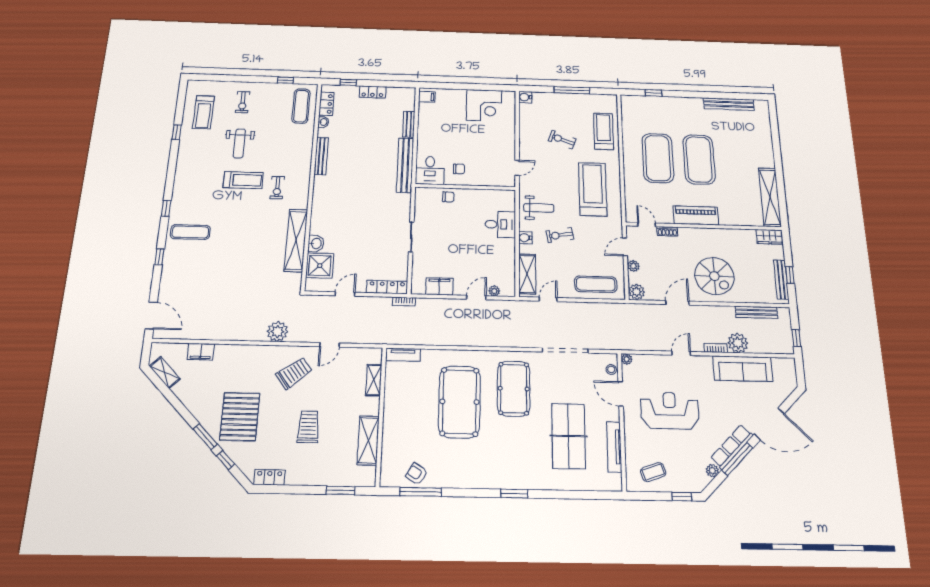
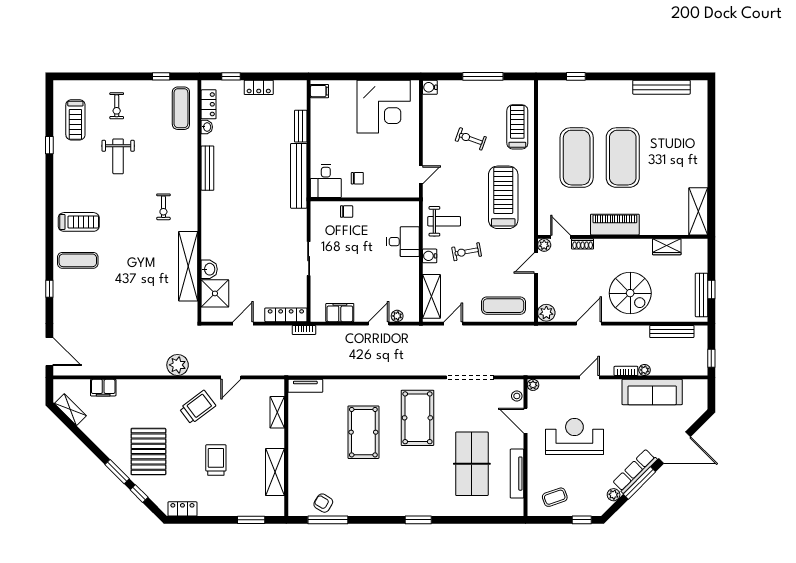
corner desk: (484, 105) -> (384, 107), width x1.36, depth x1.36
treadmill: (243, 180) -> (79, 222), moved
shelving: (770, 197) -> (698, 211), width x0.68
window: (166, 208) -> (49, 235), removed
wardrobe: (770, 237) -> (667, 247), moved
plant: (633, 266) -> (544, 245), moved
plant: (738, 343) -> (645, 370), width x0.53, depth x0.53
pool table: (459, 402) -> (363, 432), width x0.73, depth x0.76

